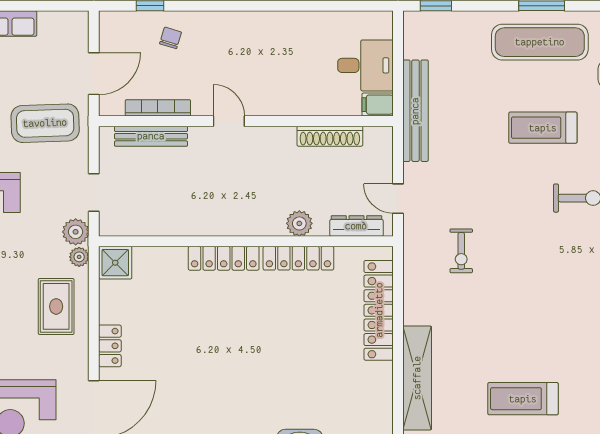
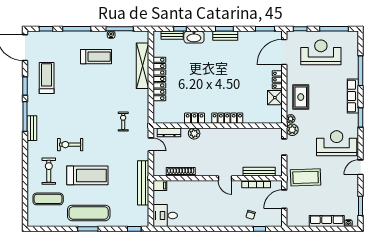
desk: (365, 65) -> (165, 215), moved
treadmill: (543, 128) -> (87, 175), width x1.37, depth x1.38
locker: (298, 258) -> (195, 118), width x0.66
shower: (115, 263) -> (275, 98), moved
locker: (379, 310) -> (159, 79), moved

